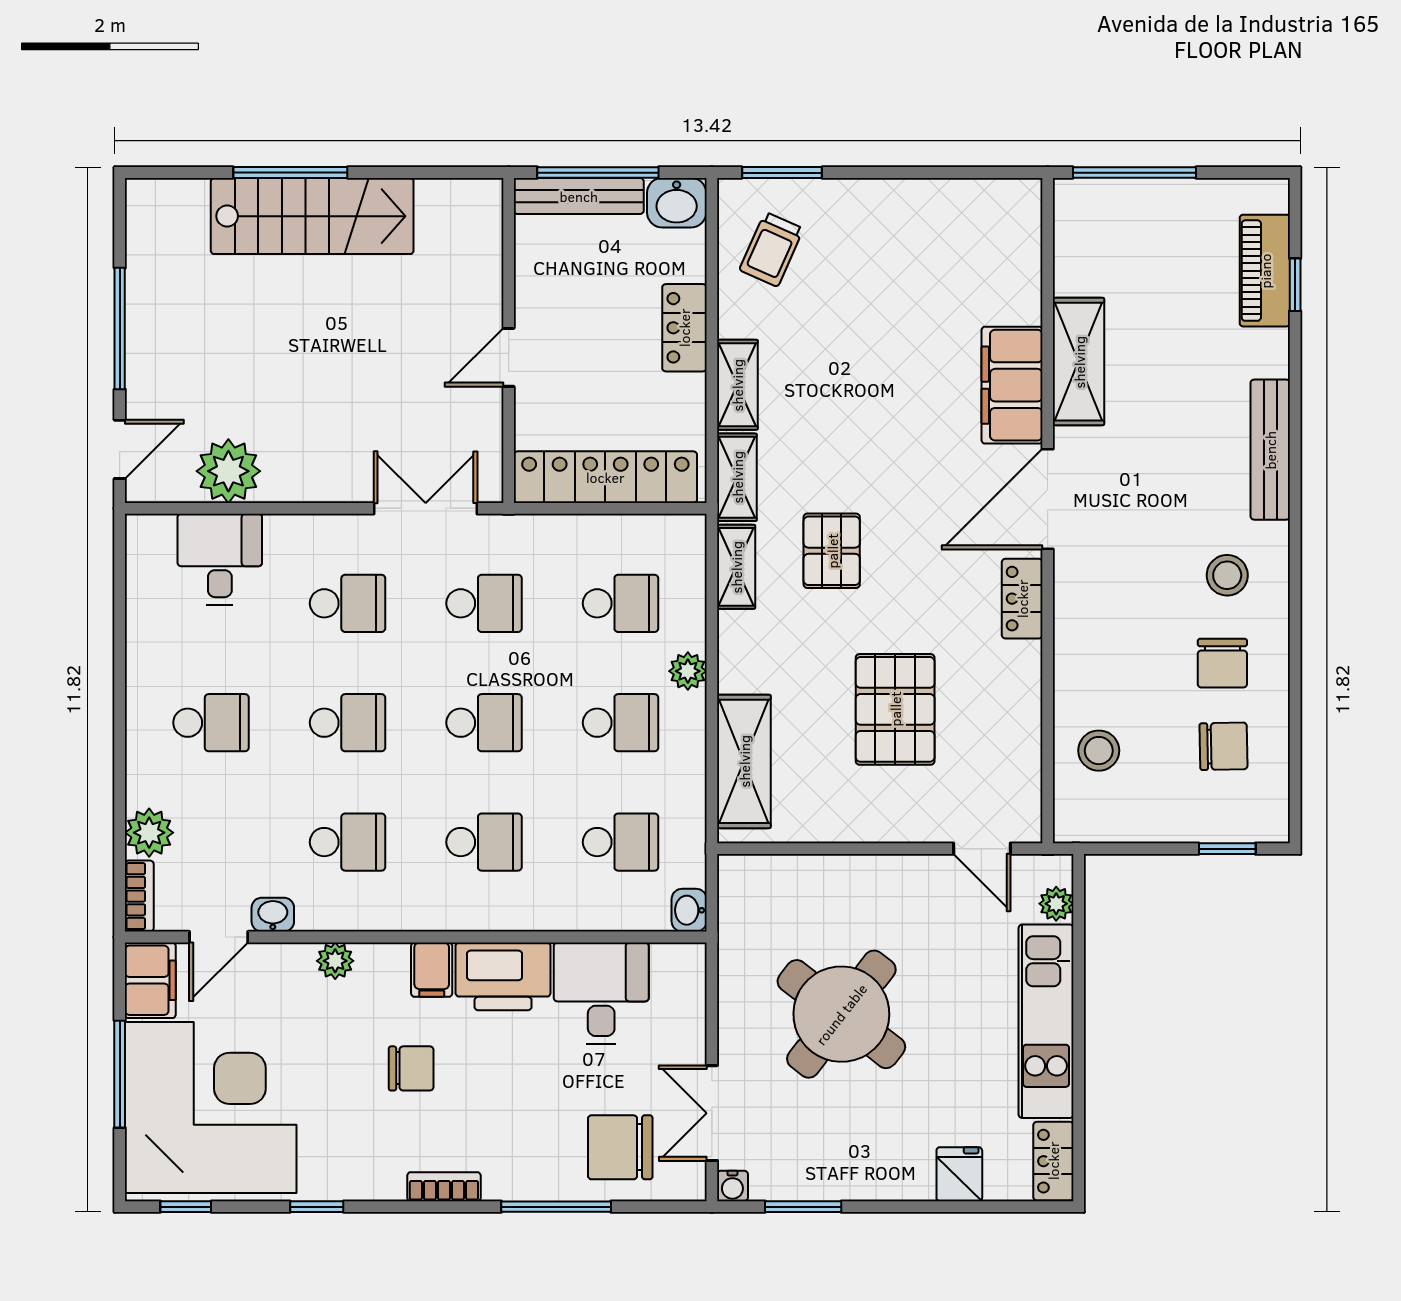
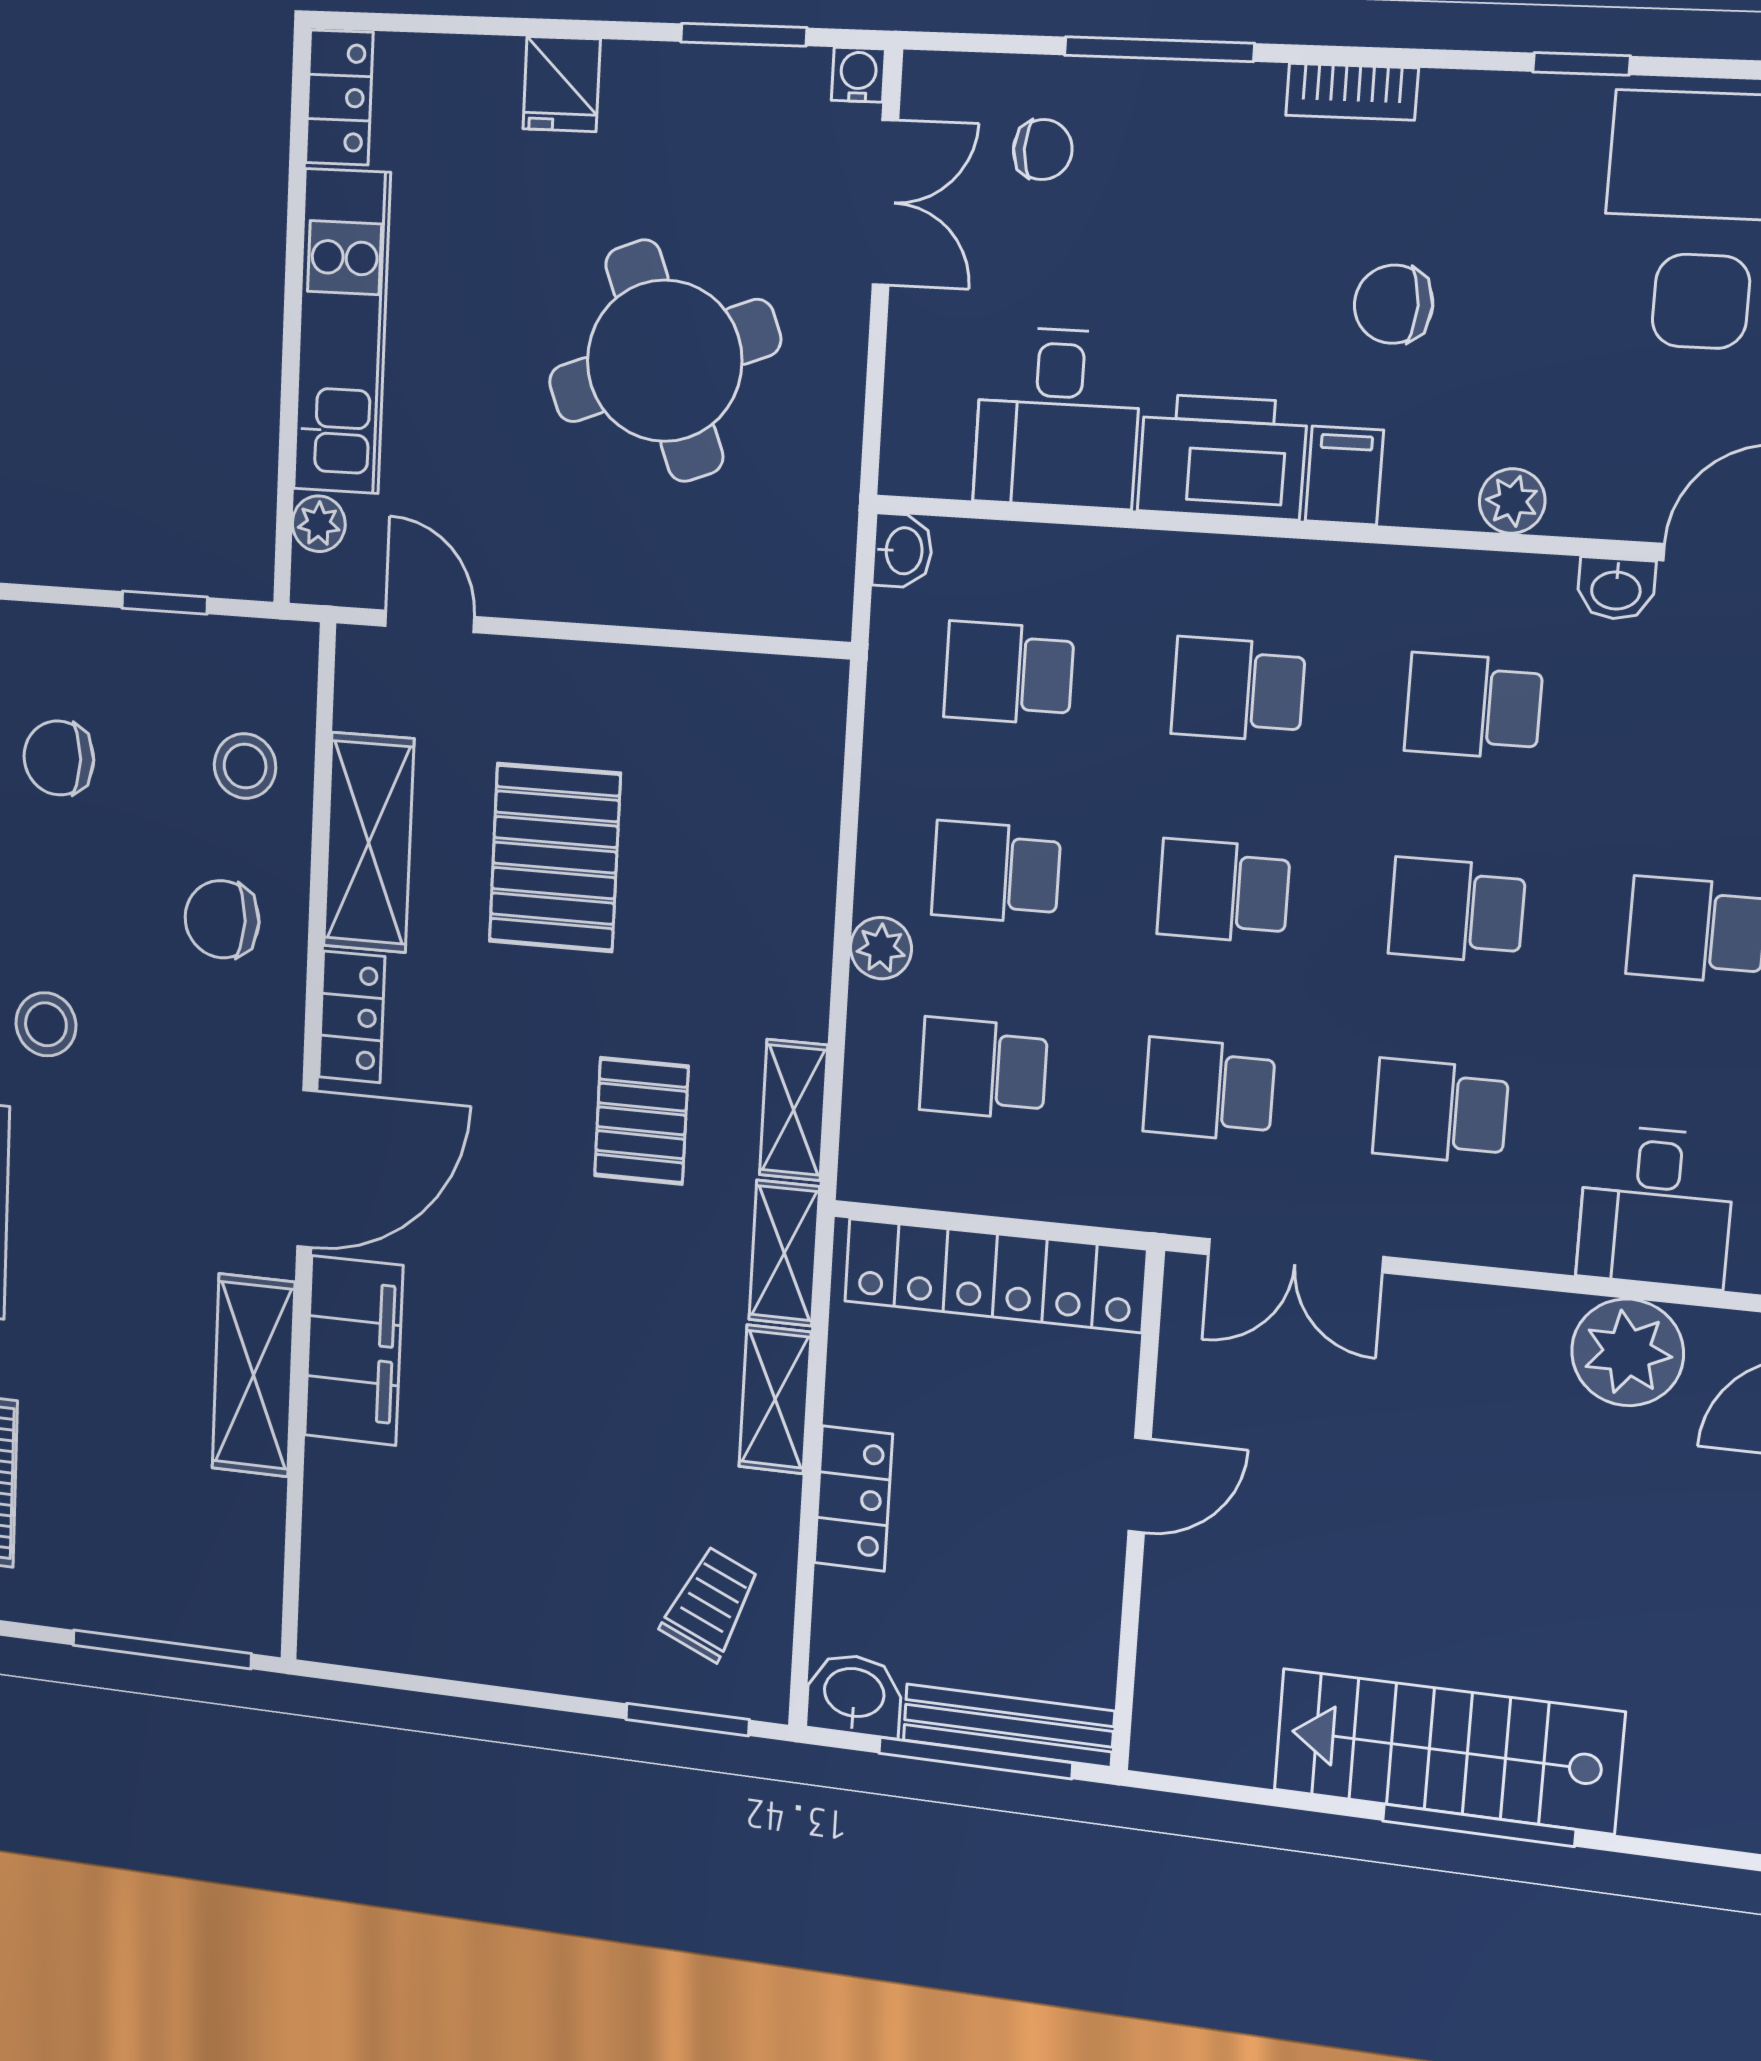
chair: (1222, 663) -> (222, 919), moved, turned -90
shelving: (744, 761) -> (369, 843), moved
window: (1227, 849) -> (165, 603), moved
round table: (841, 1014) -> (664, 361), turned 31
chair: (620, 1147) -> (1043, 150), width x0.54, depth x0.54
fridge: (959, 1174) -> (562, 84), moved

